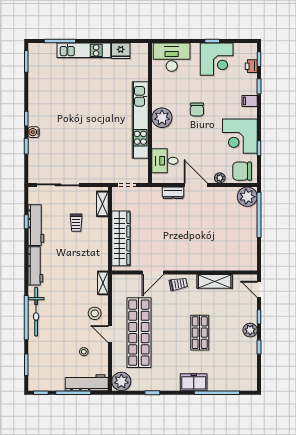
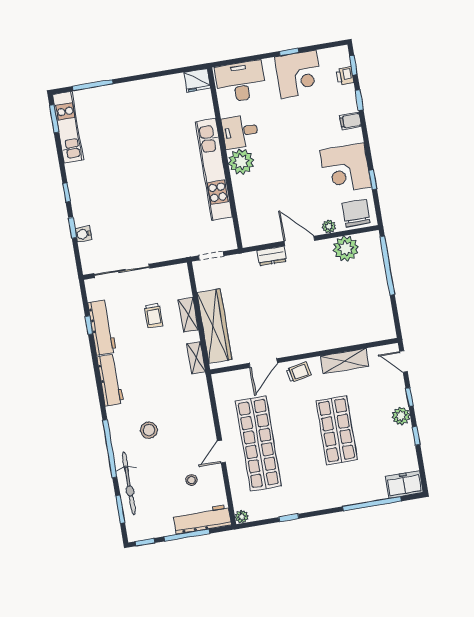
kitchen unit: (84, 50) -> (68, 127), moved, turned -90
fridge: (121, 51) -> (197, 80), moved
chair: (197, 110) -> (284, 144), removed
water cooler: (34, 132) -> (83, 234), moved
desk: (165, 161) -> (240, 131), moved
chair: (242, 171) -> (356, 213), turned 90
plant: (247, 197) -> (346, 249), moved
shelving: (102, 204) -> (188, 315), moved
shelving: (103, 283) -> (196, 358), moved
bicycle: (36, 312) -> (129, 483), moved
stool: (95, 313) -> (149, 430), moved
shop shelf: (200, 333) -> (337, 430), width x1.43, depth x1.36
door: (110, 334) -> (221, 452), hinge flipped
plant: (121, 381) -> (242, 517), width x0.53, depth x0.53
freezer: (194, 382) -> (404, 484), moved

